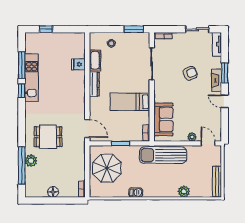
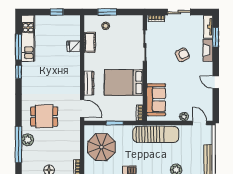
window: (46, 29) -> (57, 12), moved
window: (134, 29) -> (107, 12), moved
sliding door: (197, 29) -> (179, 12), moved
window: (225, 73) -> (216, 37), moved
kitchen unit: (32, 78) -> (28, 38), moved
fireplace: (217, 80) -> (208, 50), moved
dresser: (94, 84) -> (89, 83), moved
bed: (130, 102) -> (124, 83), width x1.50
sun lounger: (163, 155) -> (156, 134), turned 180

